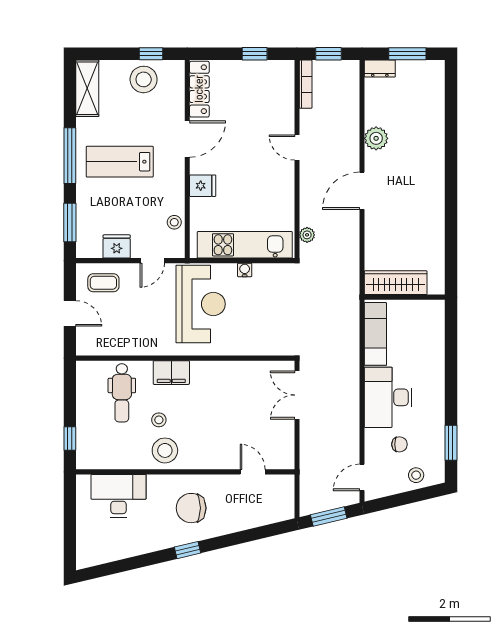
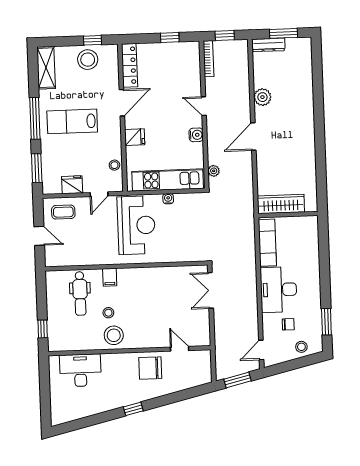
dresser: (380, 69) -> (268, 45), width x1.44
water cooler: (285, 186) -> (196, 135), added
filing cabinet: (171, 373) -> (110, 277), width x0.50
chair: (191, 508) -> (150, 368), moved

